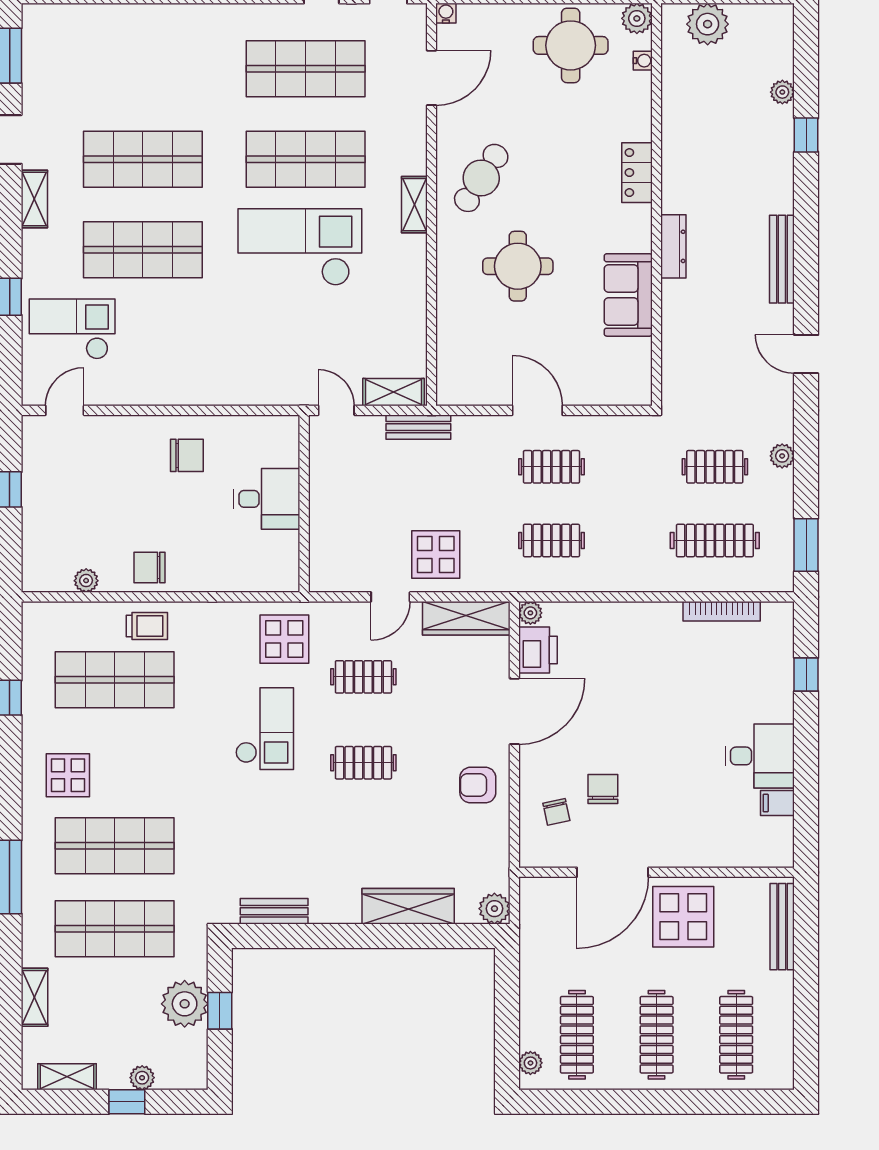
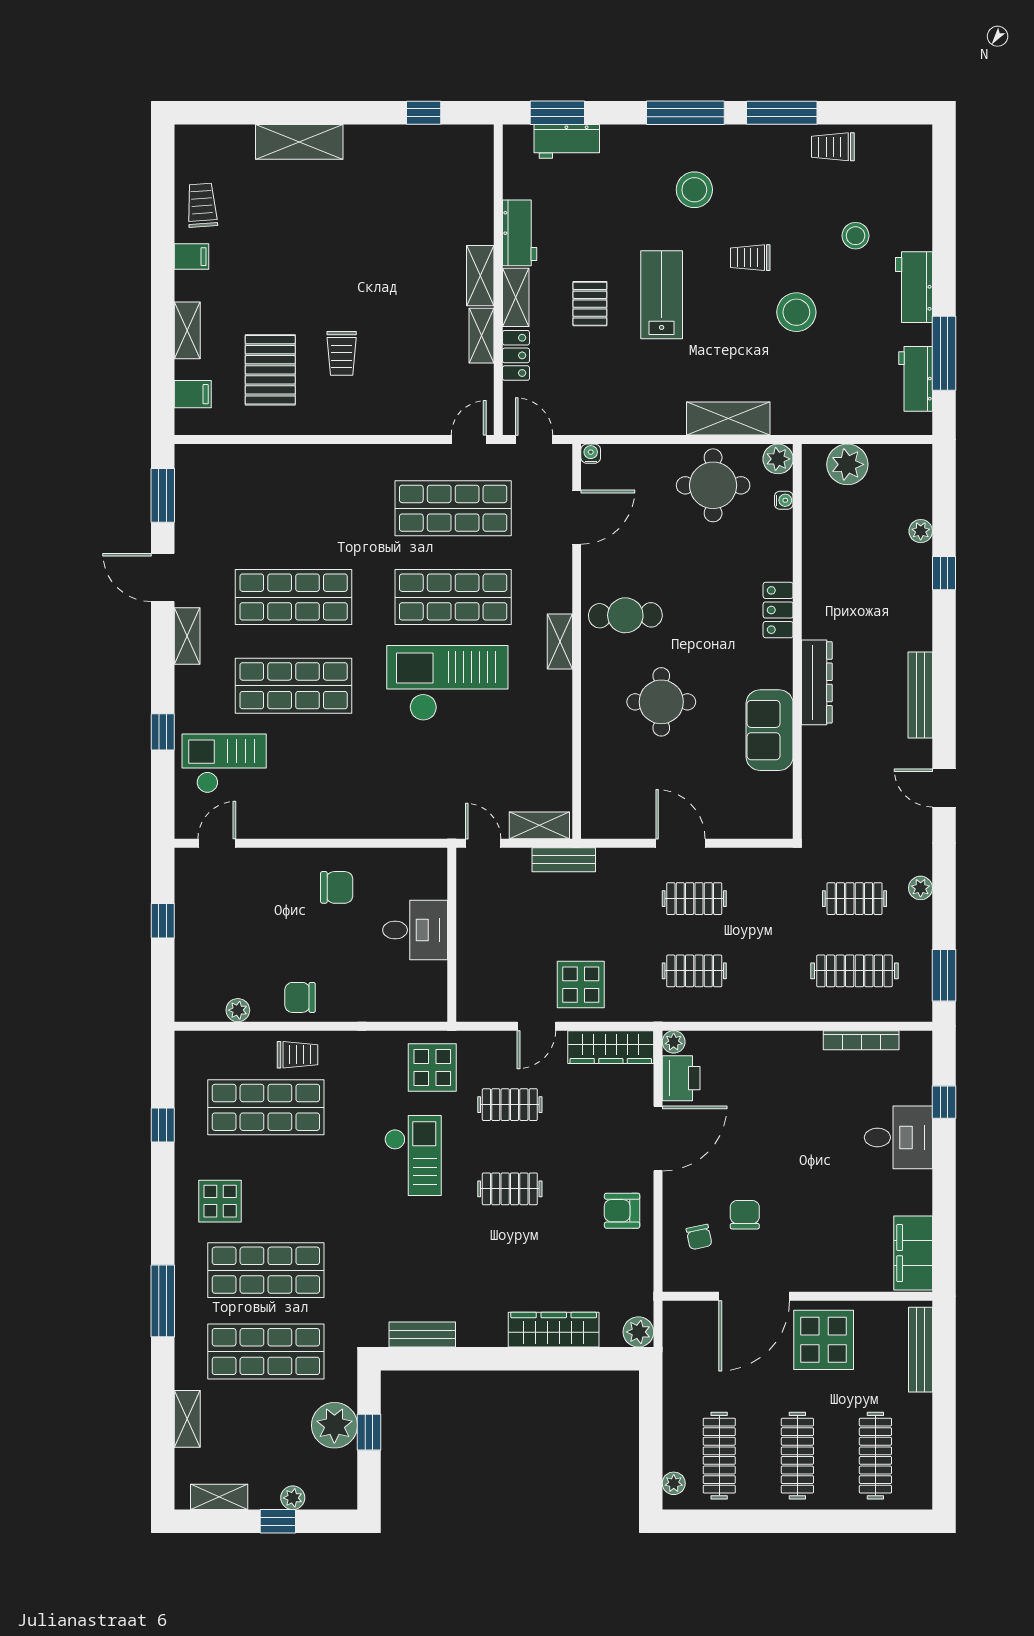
cafe table: (481, 178) -> (625, 615), turned 56
dresser: (673, 246) -> (817, 682), width x1.37, depth x1.24
desk: (760, 756) -> (898, 1137), moved
filing cabinet: (777, 803) -> (913, 1253), width x3.00, depth x1.17

